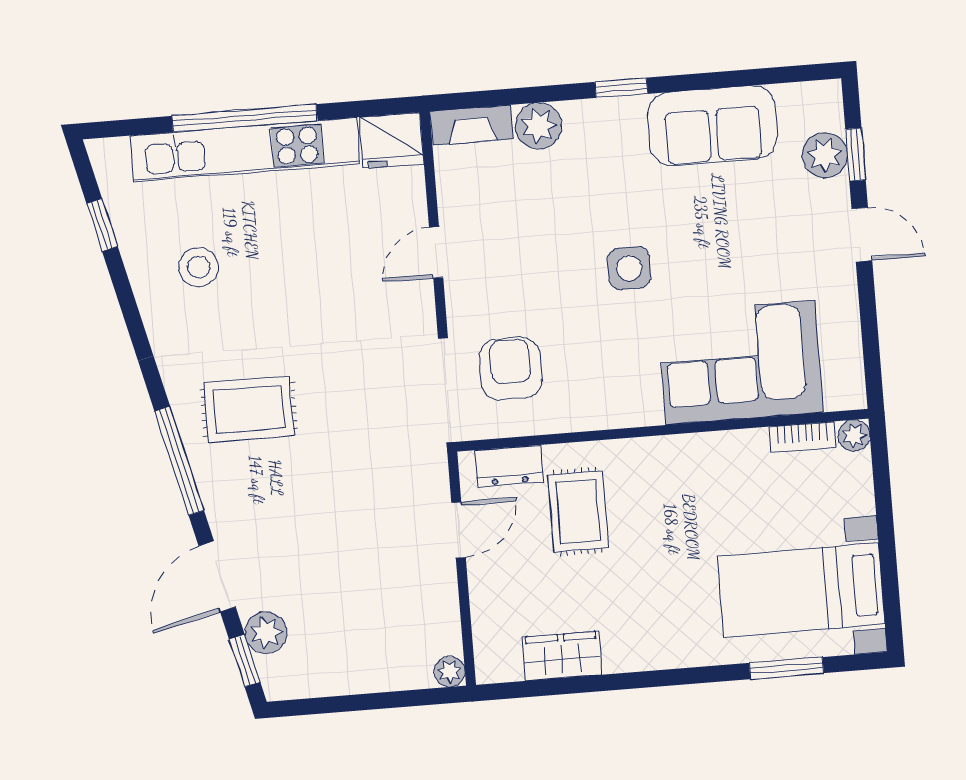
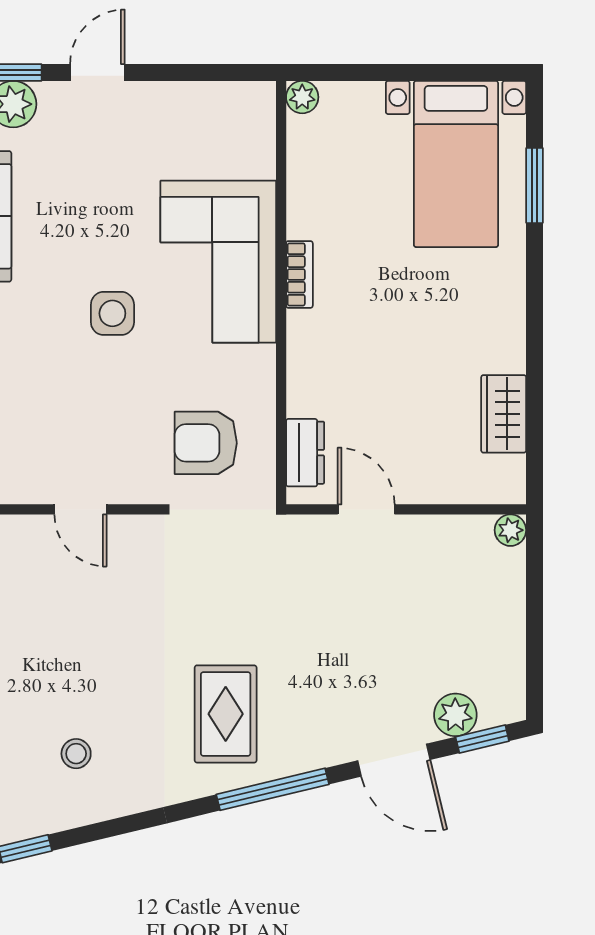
stool: (199, 267) -> (76, 754), width x0.73, depth x0.73
corner sofa: (740, 363) -> (218, 262), moved
bookcase: (802, 437) -> (299, 274), moved
rug: (578, 511) -> (357, 386), removed

